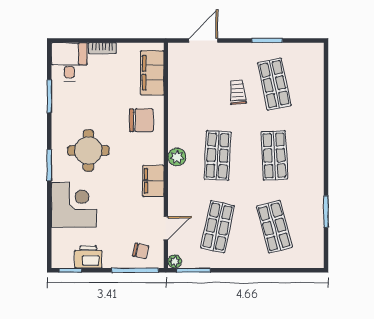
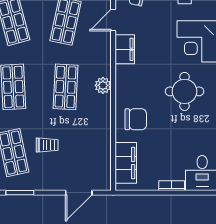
trolley: (238, 92) -> (47, 145), turned -85
chair: (141, 120) -> (136, 119), turned 180
filing cabinet: (153, 181) -> (125, 49), moved

